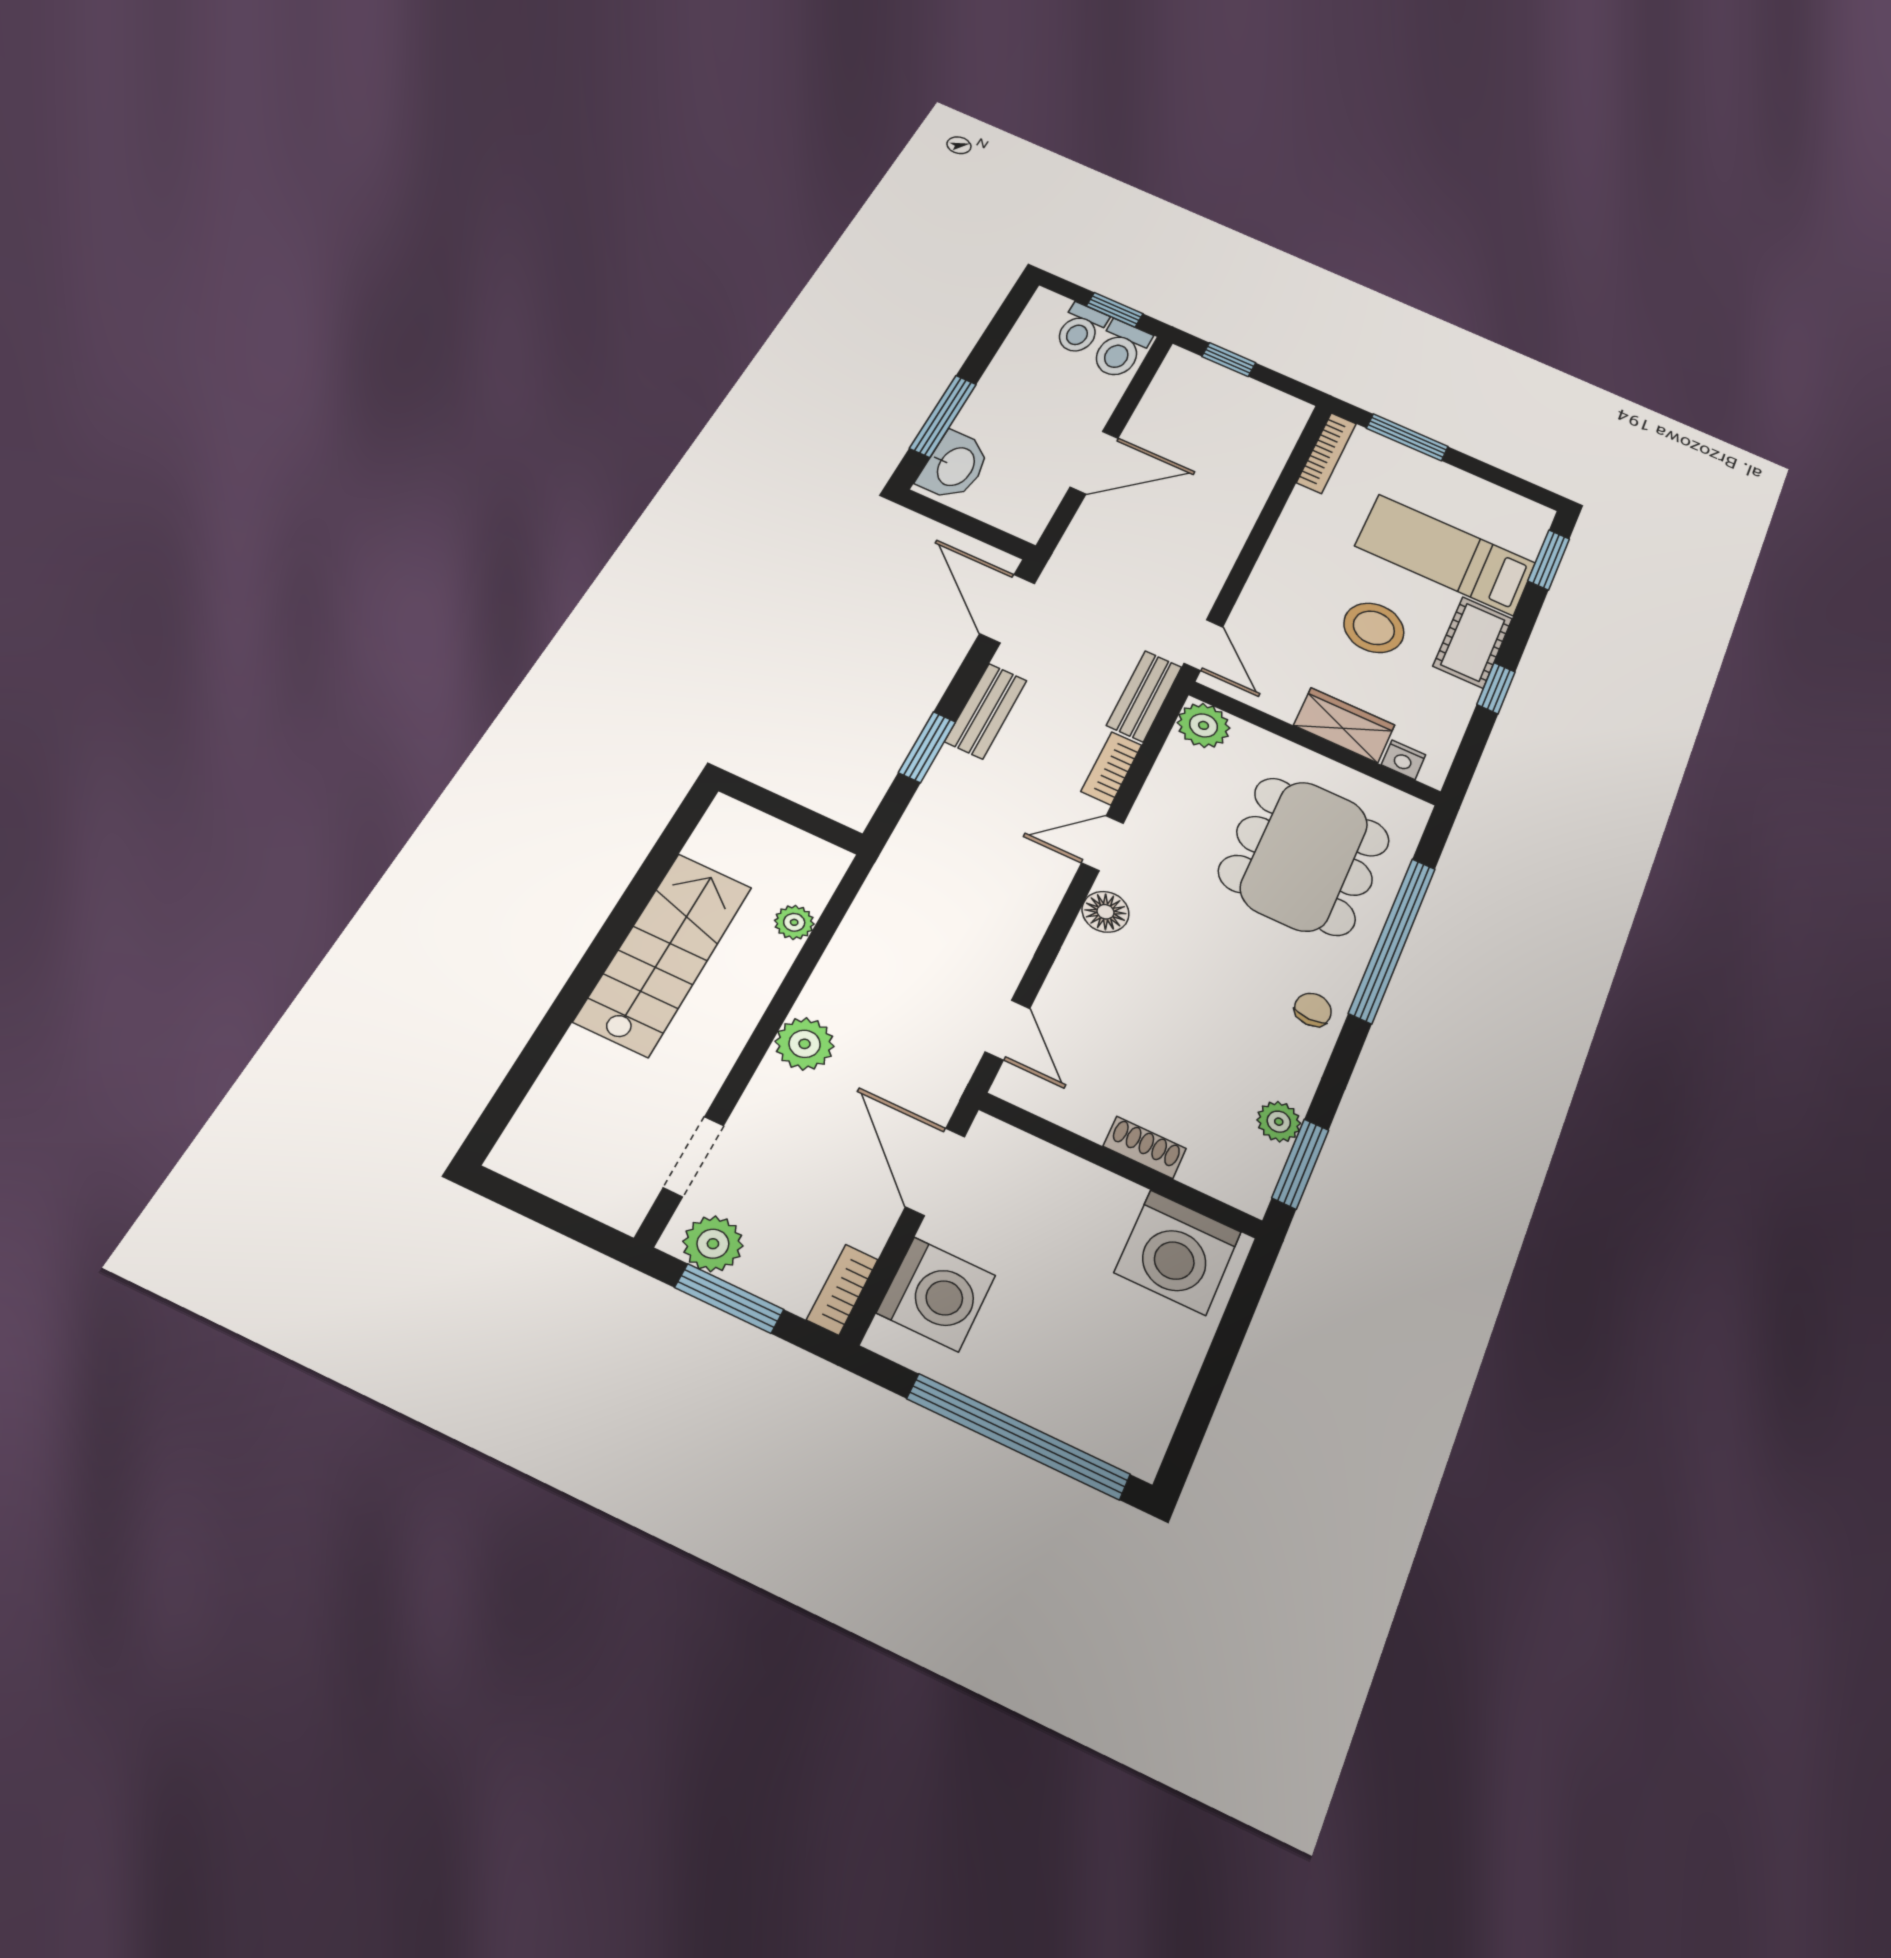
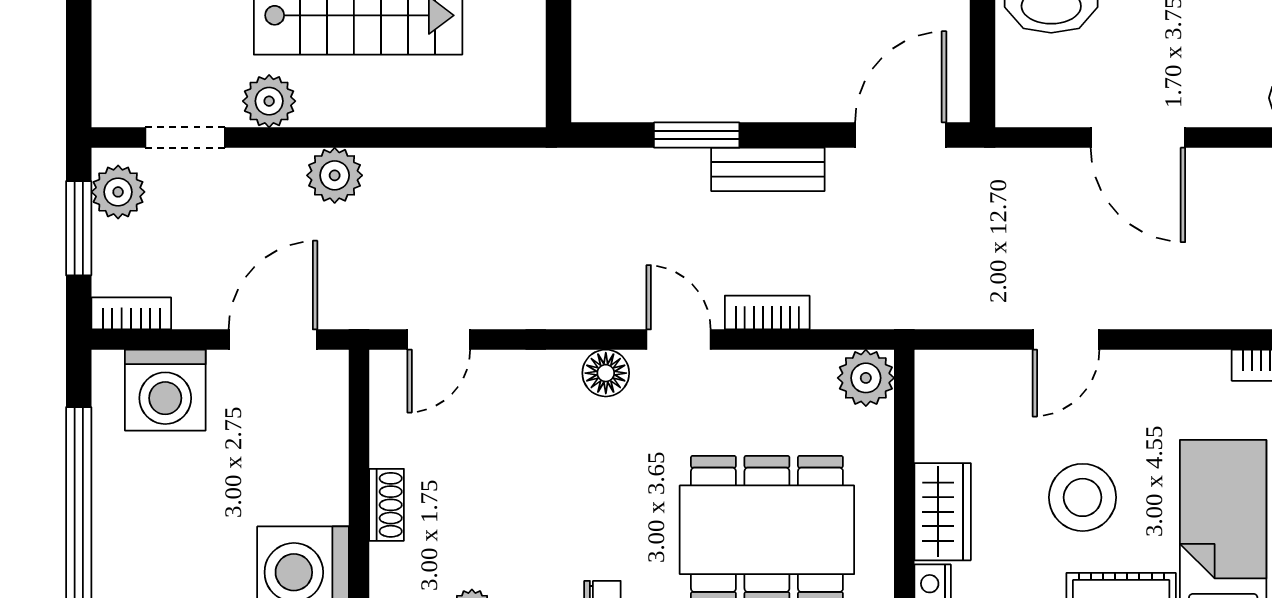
door: (1204, 645) -> (1066, 340), moved
bench: (1144, 696) -> (869, 308), removed
plant: (794, 922) -> (269, 101), moved, width x1.38, depth x1.38

